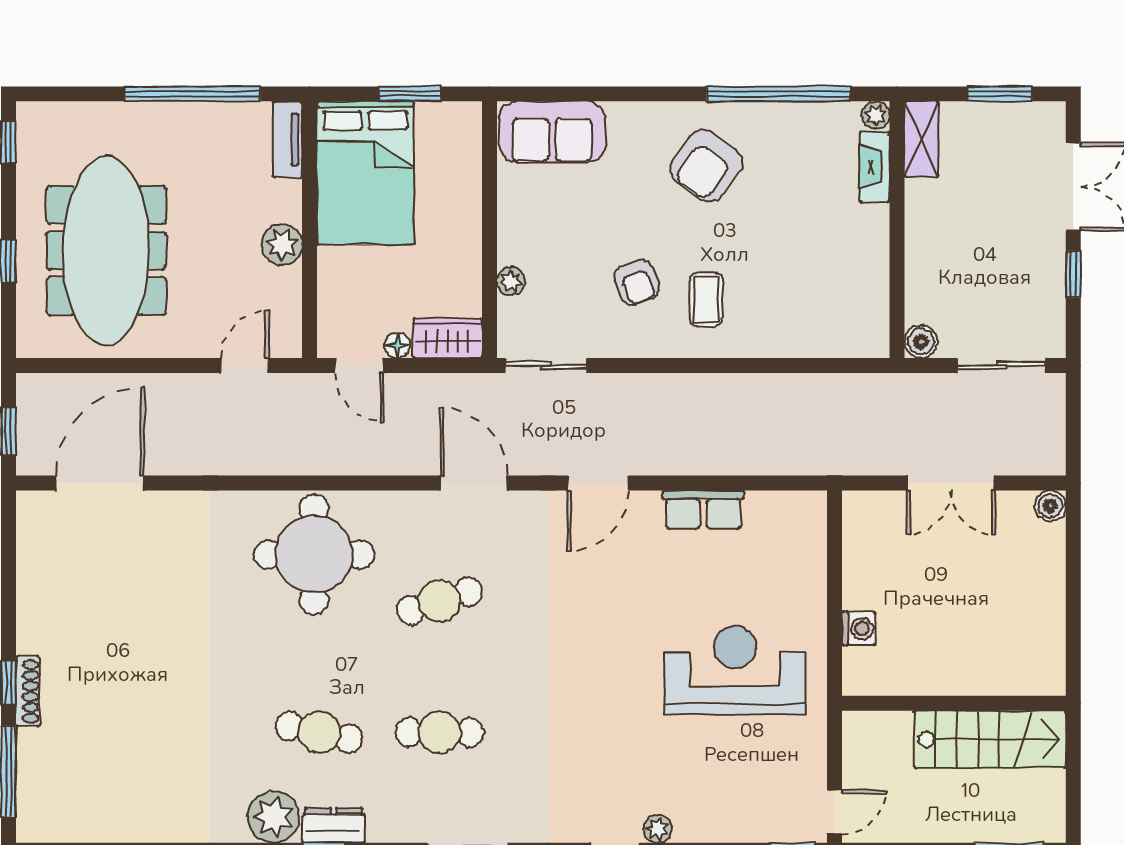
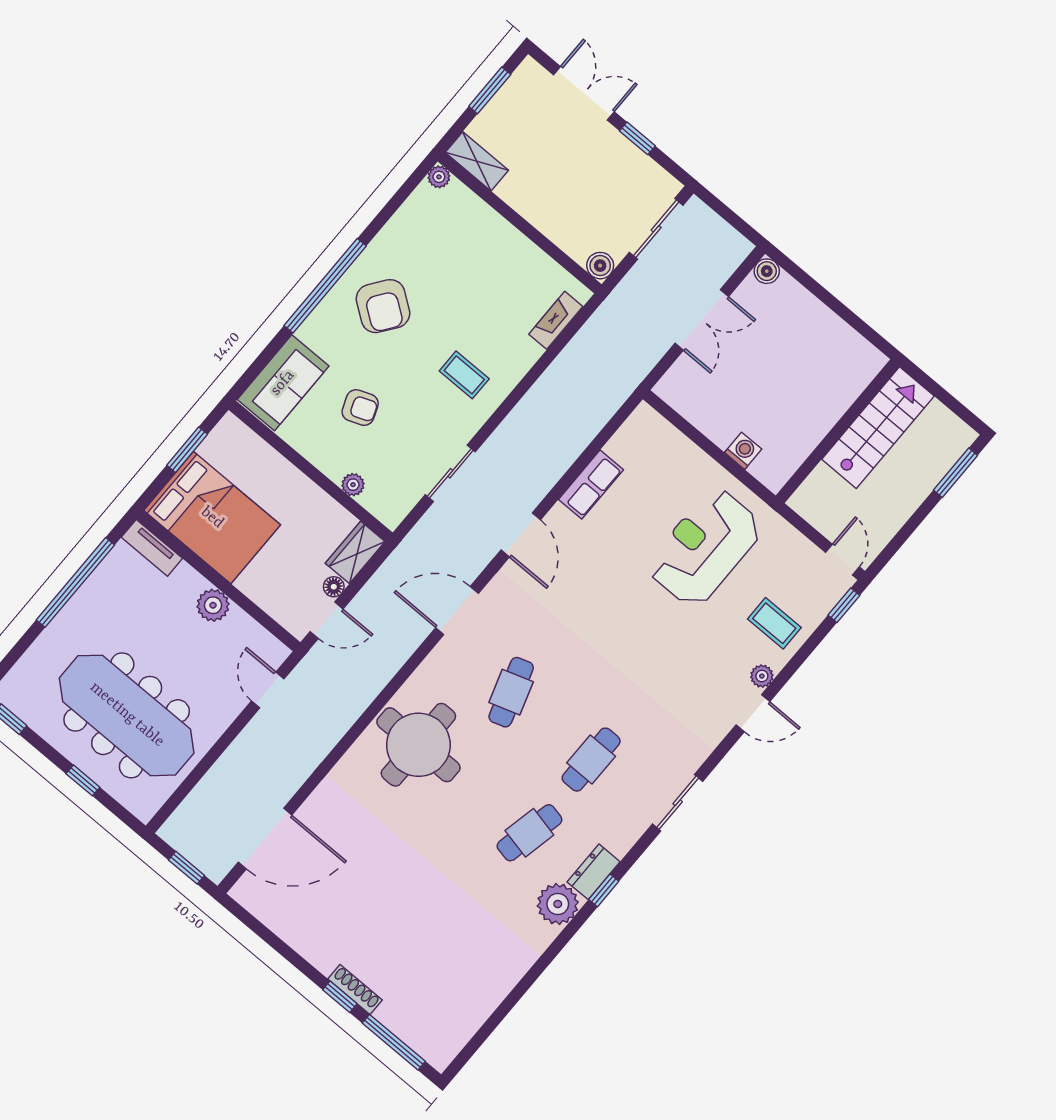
window: (778, 94) -> (325, 286), moved
fireplace: (875, 167) -> (556, 320), moved, turned 90
armchair: (637, 282) -> (360, 408), moved
sliding door: (546, 366) -> (450, 473), moved
door: (100, 483) -> (265, 839), swing flipped
coffee table: (718, 798) -> (774, 623), added

